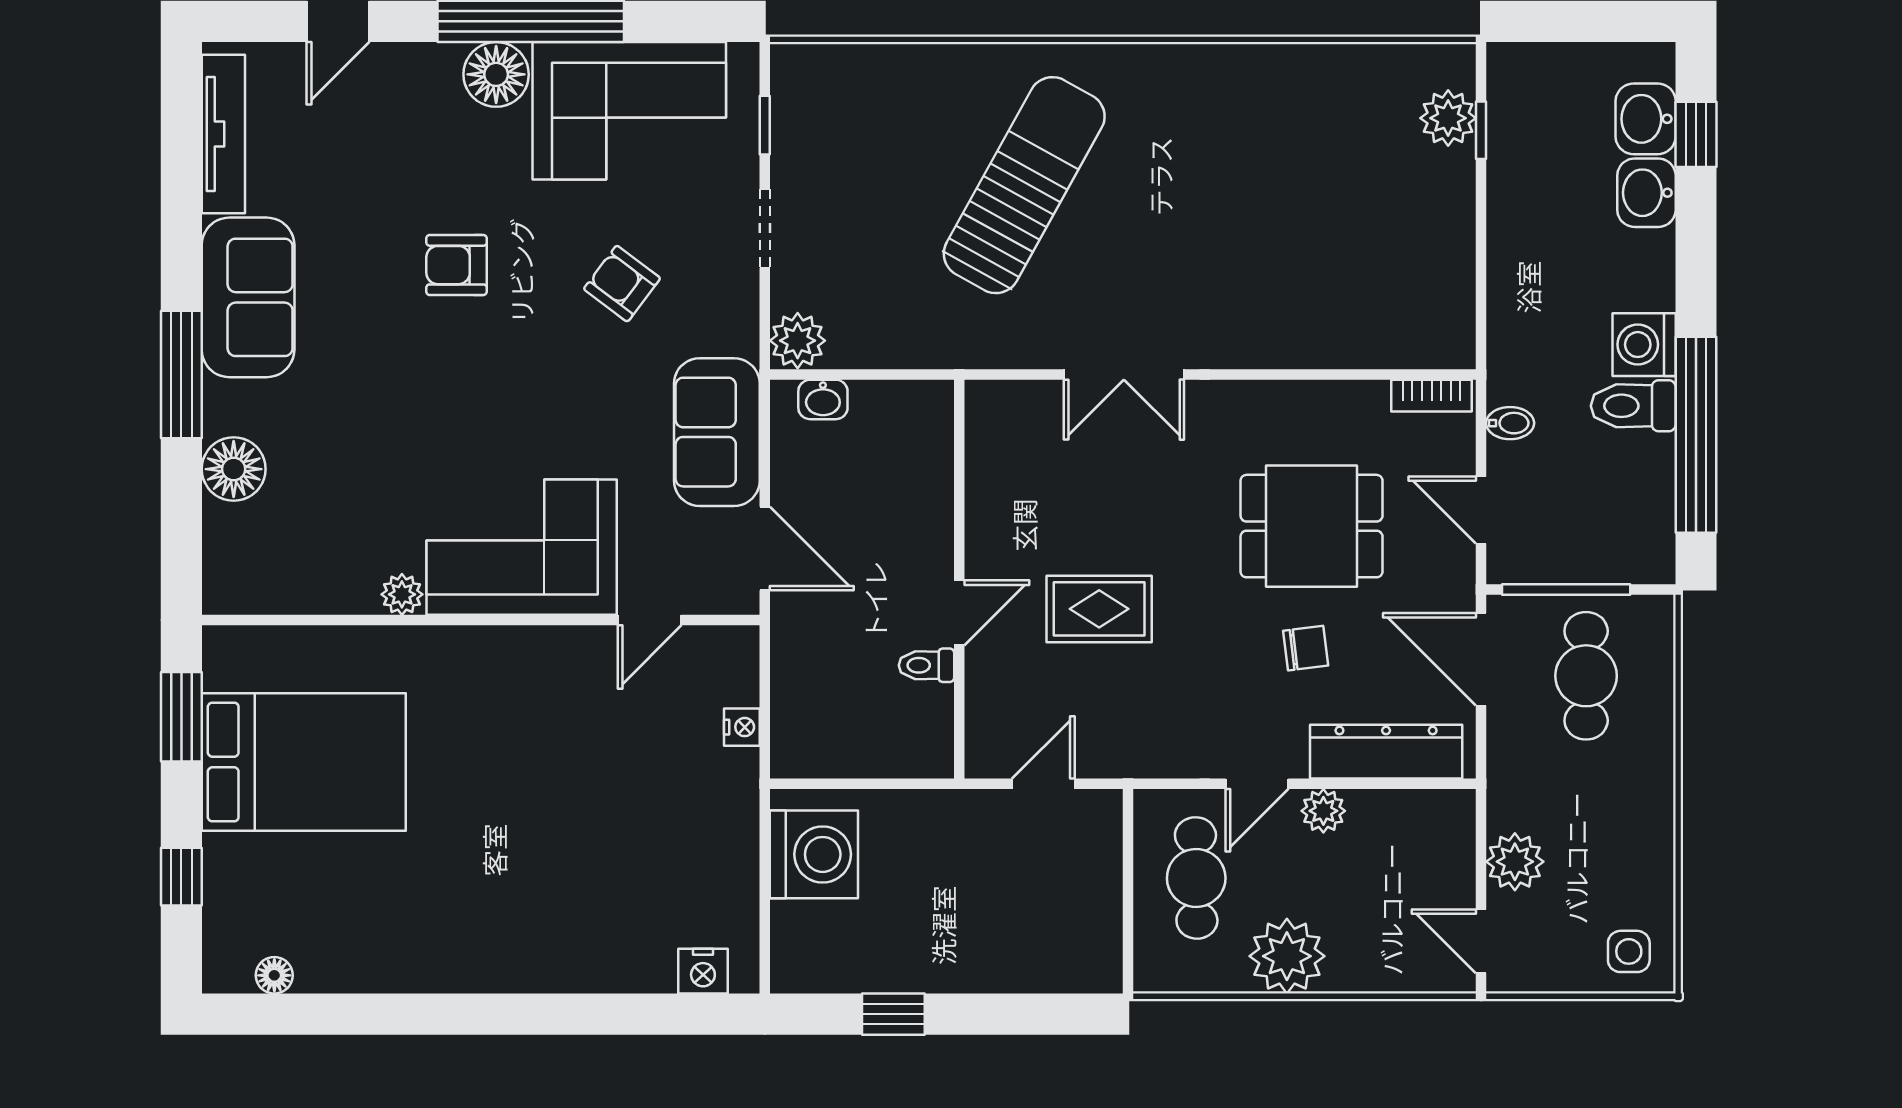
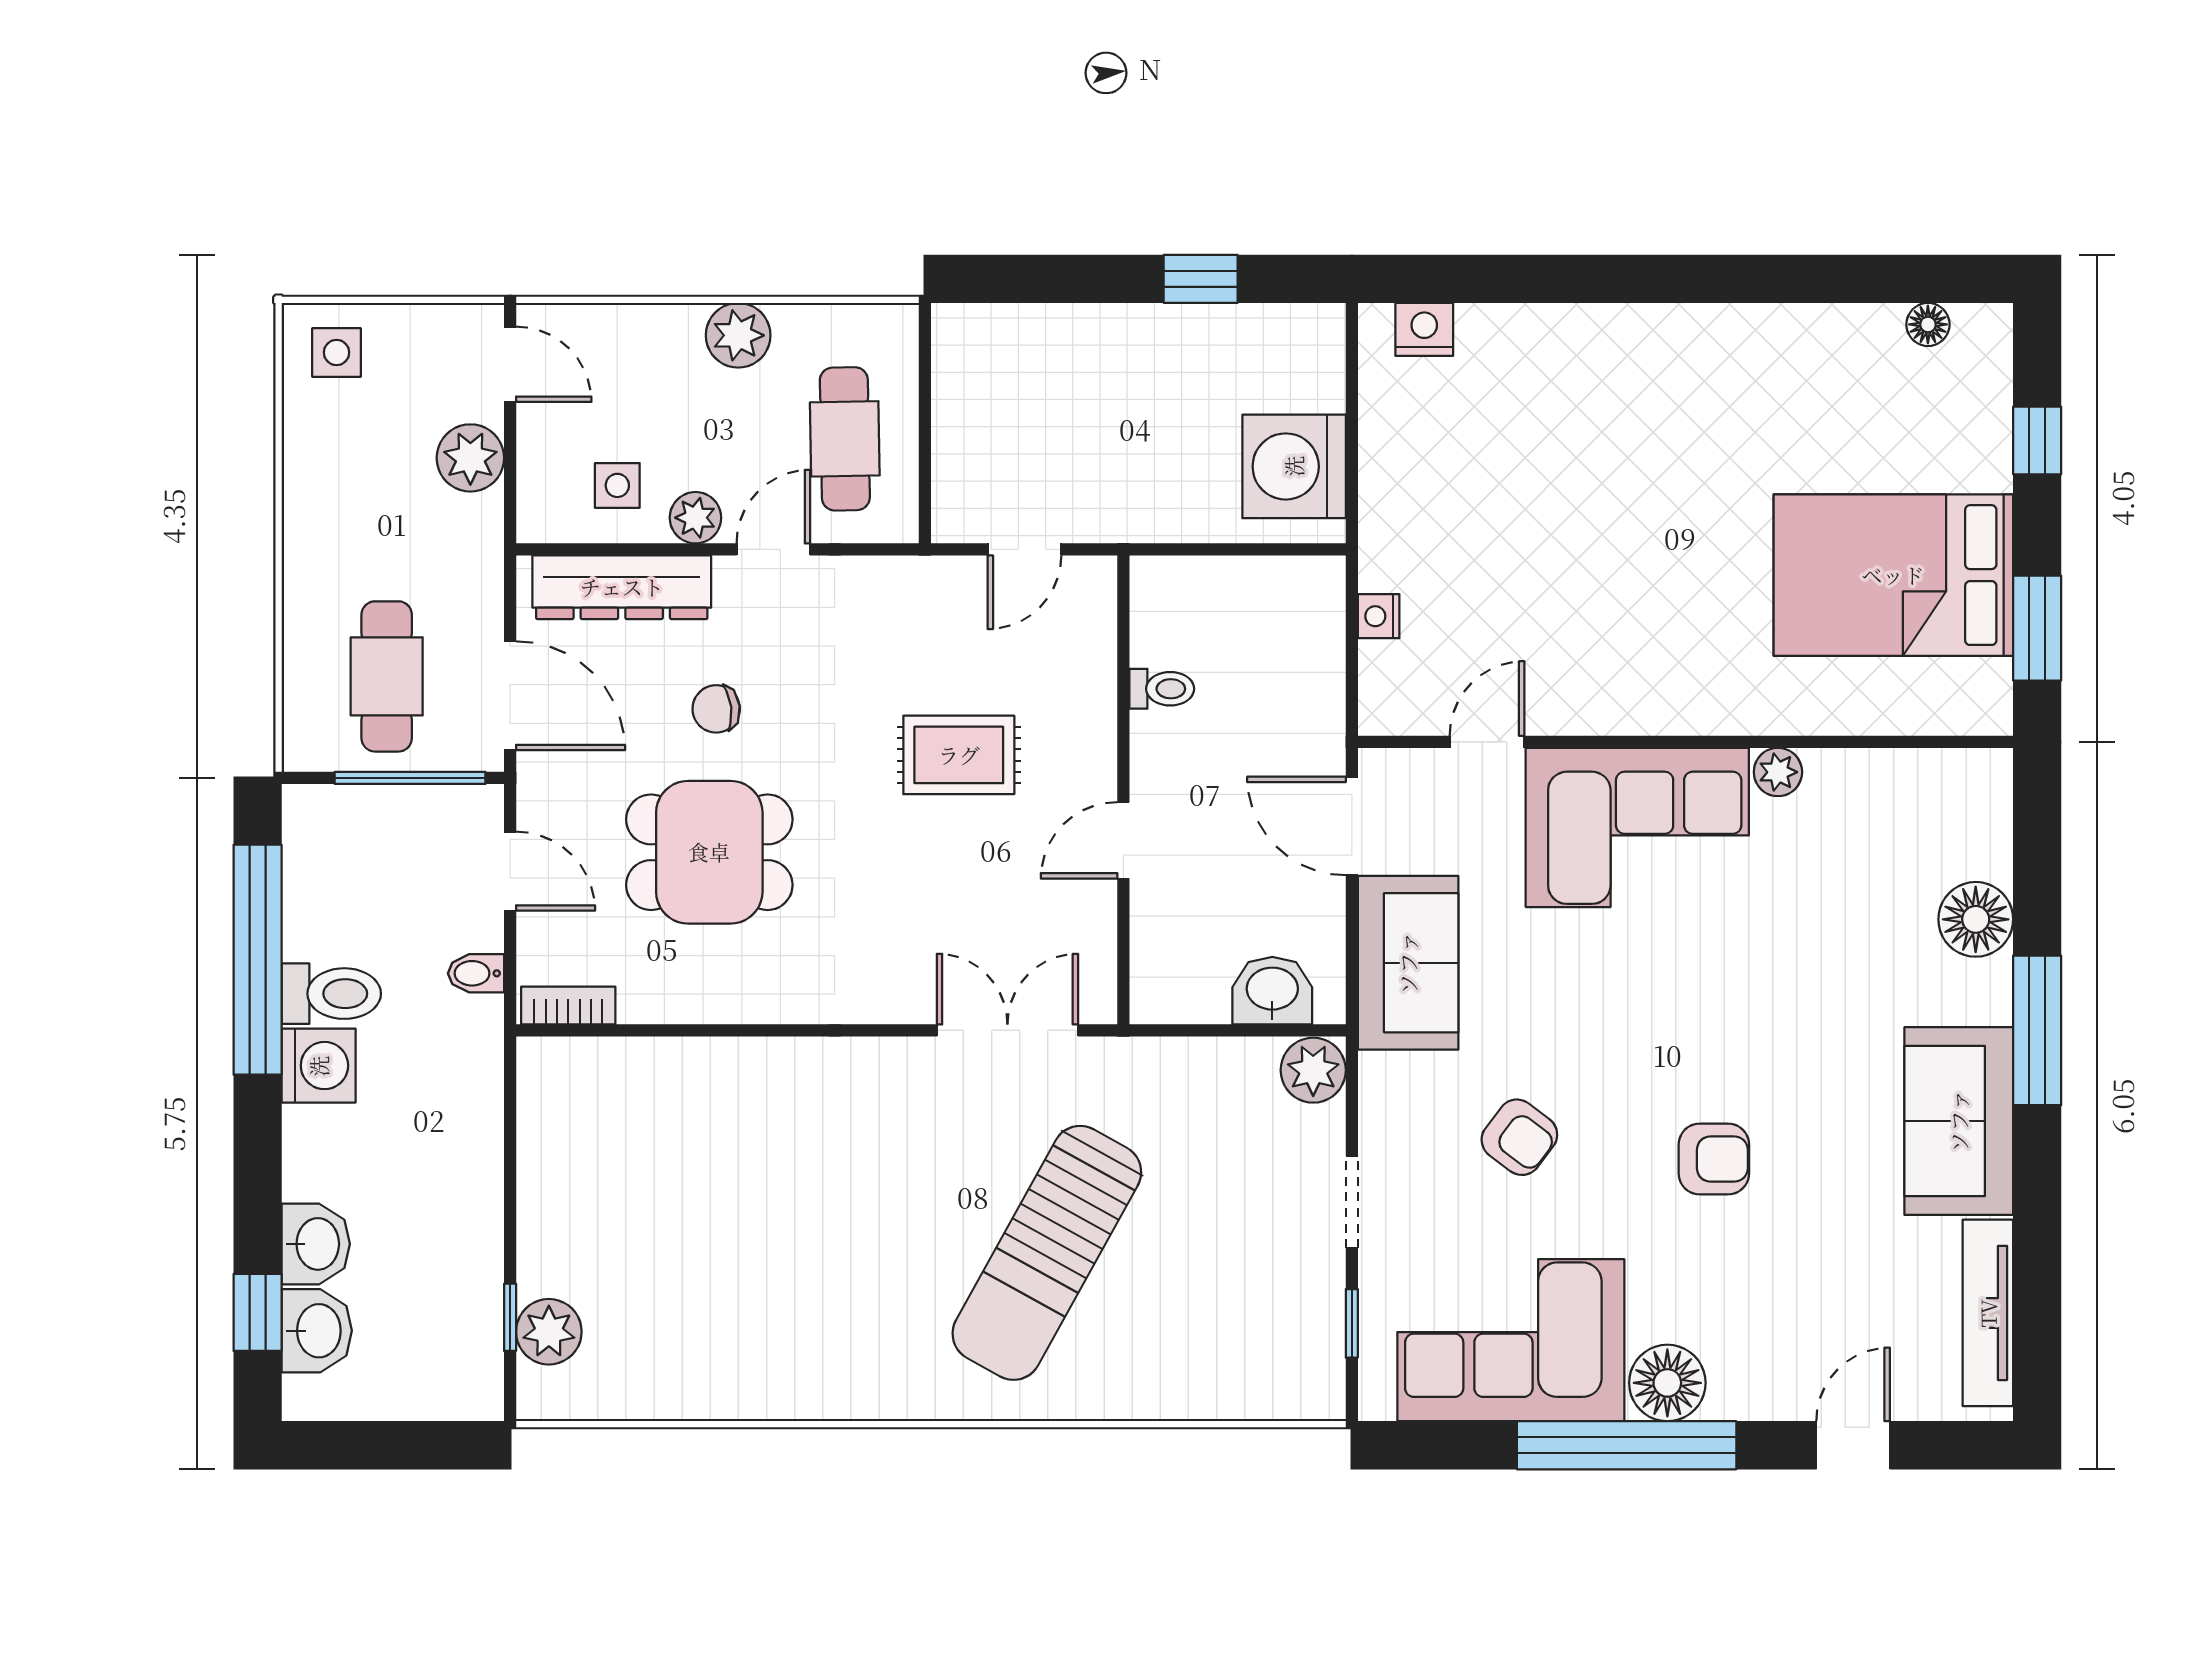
double door: (1124, 374) -> (1007, 1030), moved
washbasin: (823, 399) -> (1272, 991), width x1.38, depth x1.45
door: (959, 613) -> (1123, 840), moved
side table: (1390, 838) -> (617, 485), added
plant: (1287, 956) -> (738, 335), width x0.73, depth x0.73

